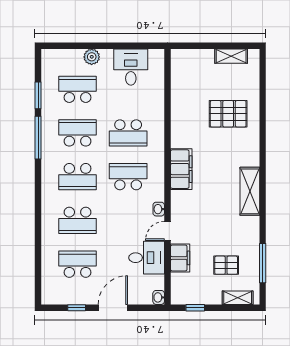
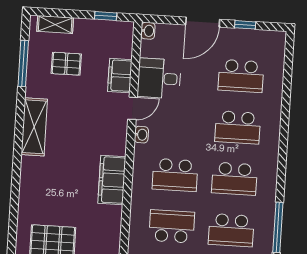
school desk: (78, 177) -> (234, 179), turned 180
shelving: (250, 191) -> (34, 127), moved
school desk: (78, 220) -> (238, 127), turned 180

